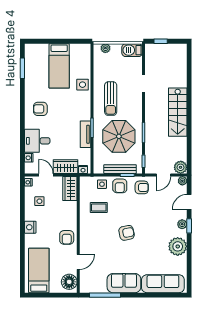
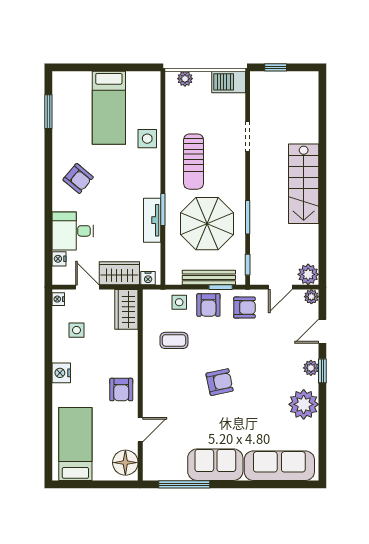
armchair: (40, 109) -> (78, 178), turned -140

